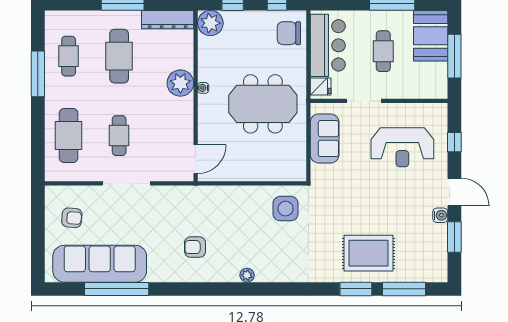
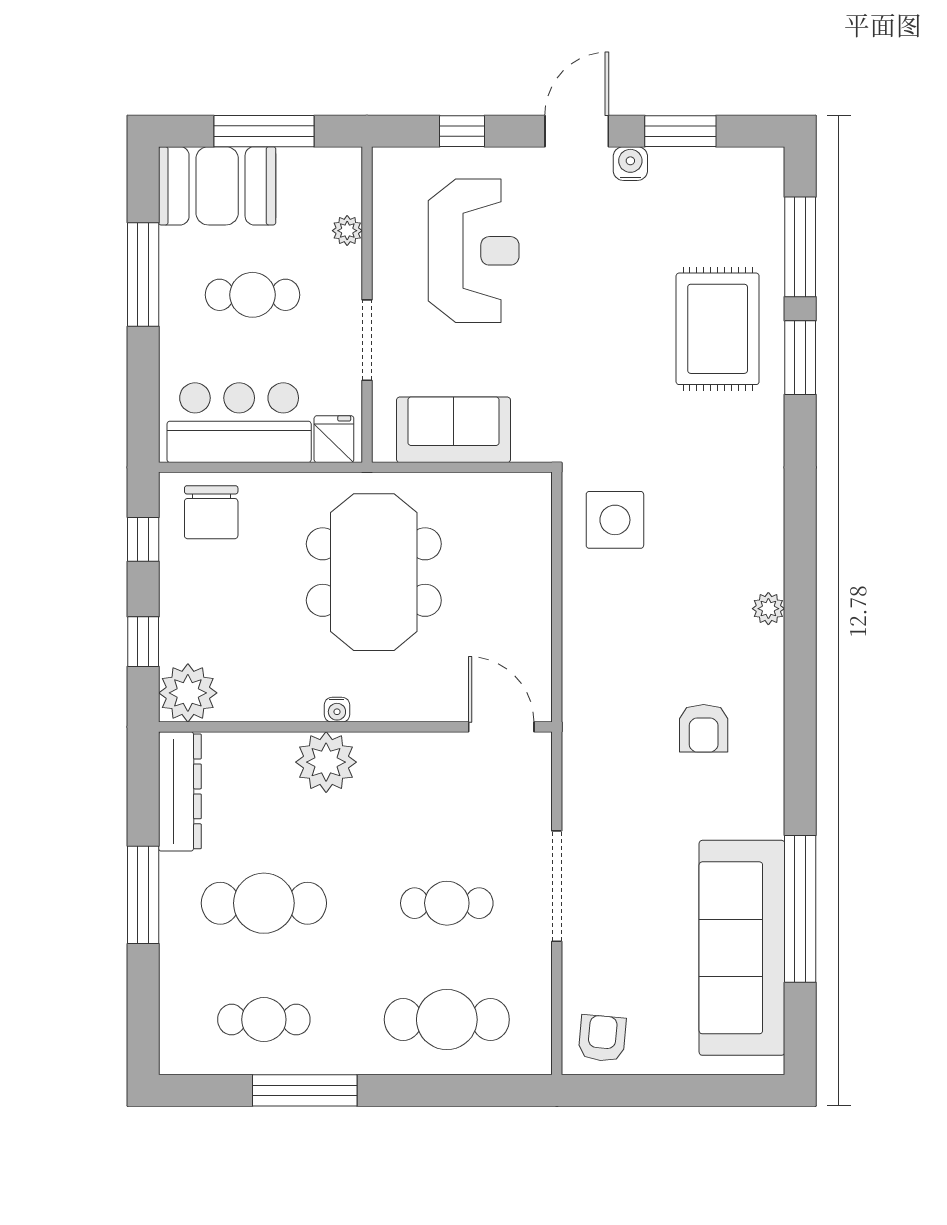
plant: (411, 92) -> (347, 231), added
armchair: (72, 218) -> (602, 1038), moved

